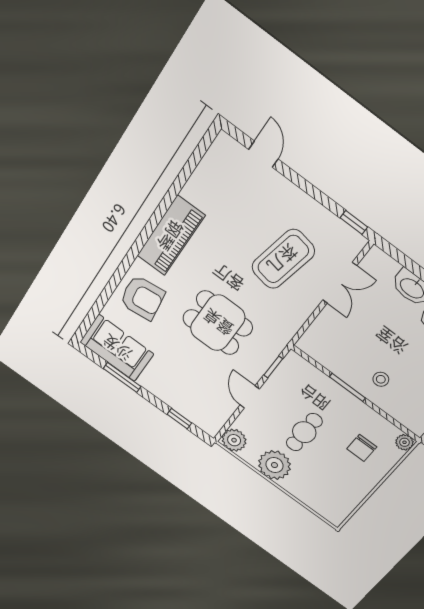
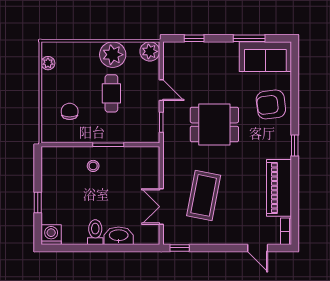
bookcase: (217, 149) -> (286, 231), added
piano: (171, 236) -> (279, 188), moved
window: (144, 237) -> (295, 145), added
plant: (404, 442) -> (48, 63), moved

